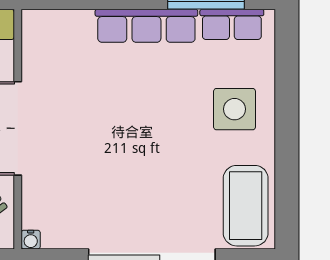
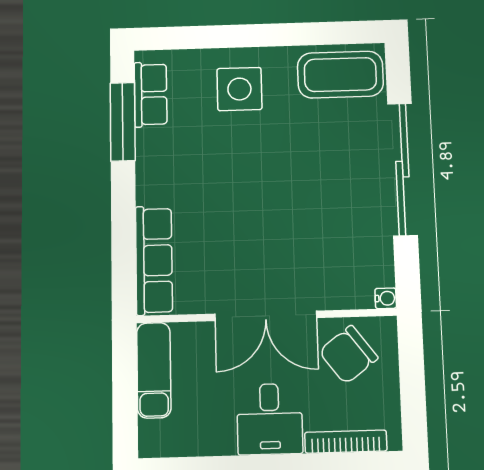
row of seats: (146, 26) -> (154, 260), moved

